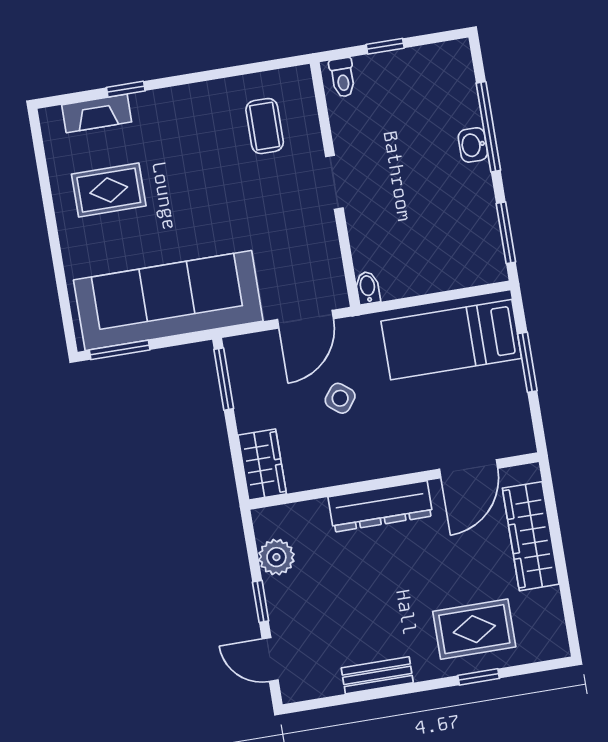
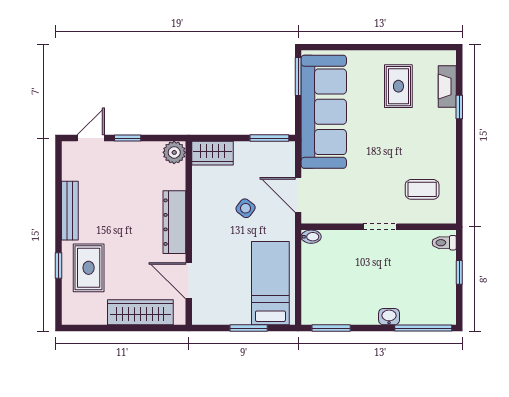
window: (488, 127) -> (423, 328), moved
plant: (276, 557) -> (174, 152), moved
bench: (377, 675) -> (70, 211), width x1.36

